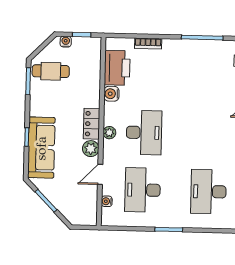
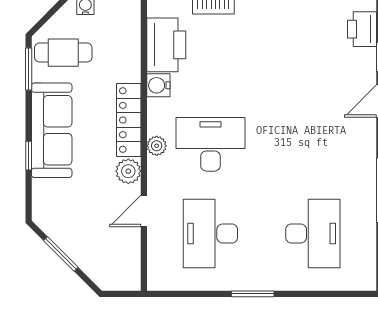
locker: (92, 124) -> (129, 120), width x1.53
desk: (144, 133) -> (210, 144), turned -90
sofa: (41, 148) -> (52, 130), moved
desk: (208, 192) -> (313, 234), turned 180
water cooler: (107, 201) -> (155, 252), removed

